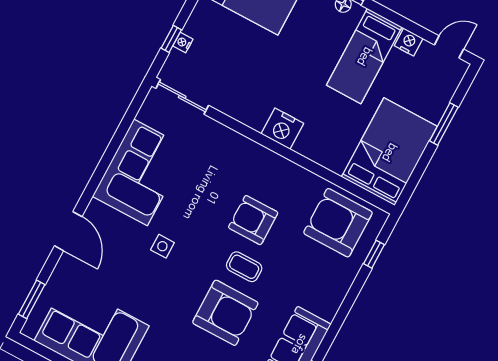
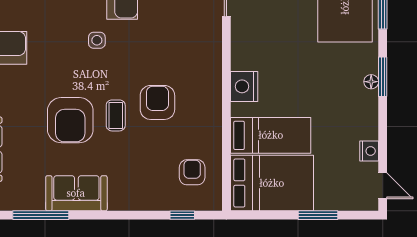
bed: (364, 56) -> (271, 135), moved, turned 180
armchair: (338, 223) -> (192, 172), width x0.53, depth x0.53

